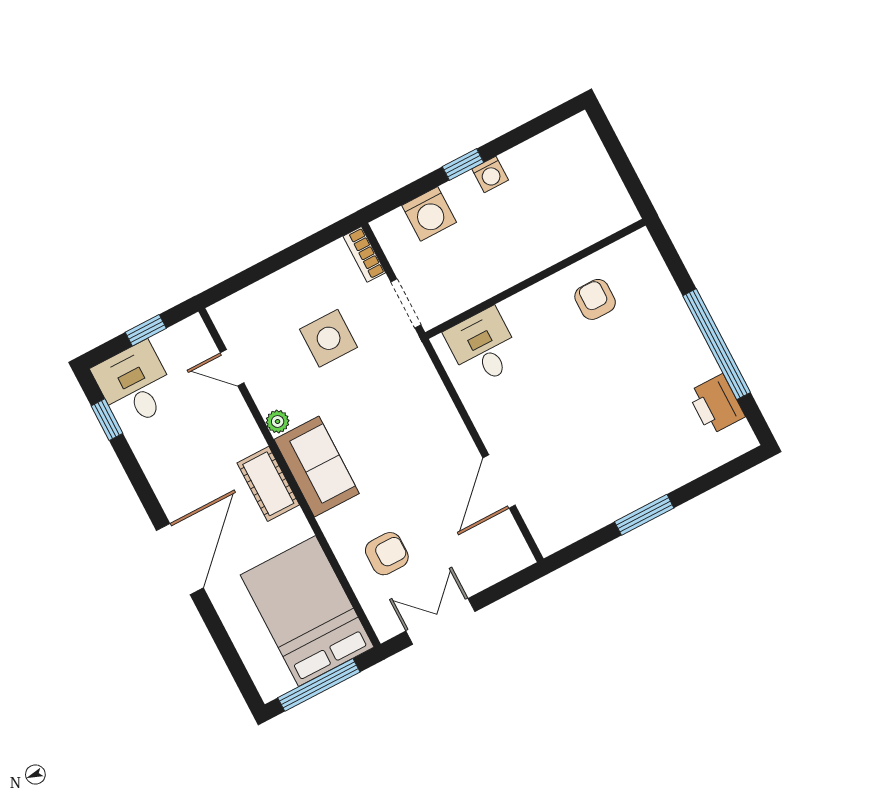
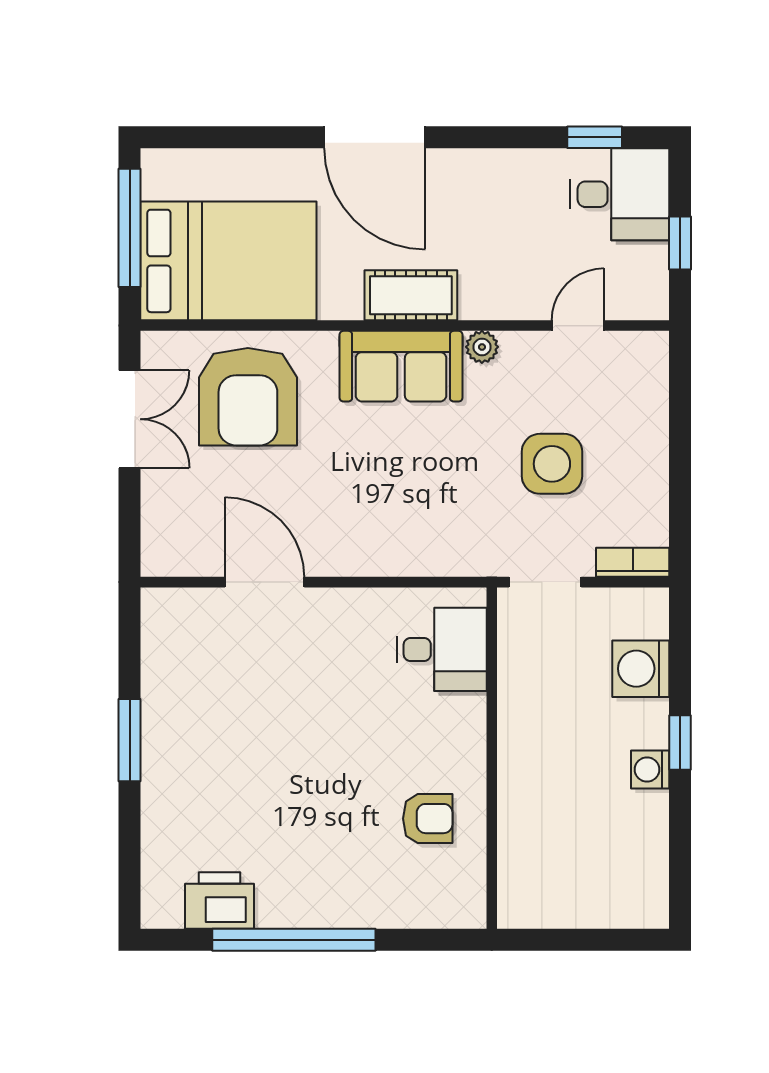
armchair: (387, 554) -> (248, 397), width x1.88, depth x1.88

